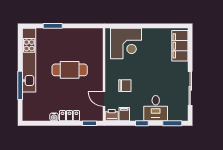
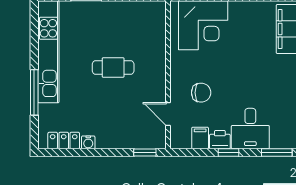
cafe table: (70, 70) -> (113, 67), width x0.73, depth x0.74
printer: (112, 115) -> (220, 140), moved
locker: (69, 116) -> (64, 141), moved

